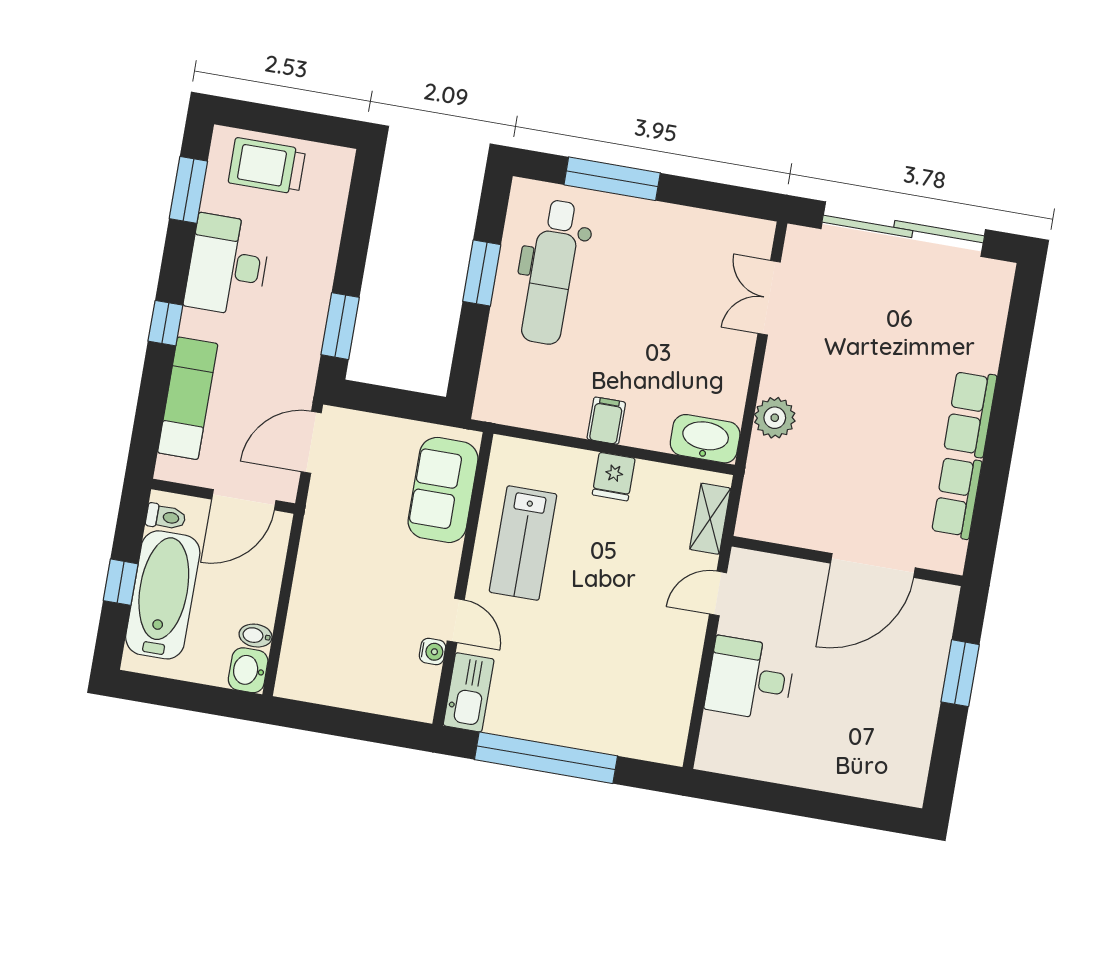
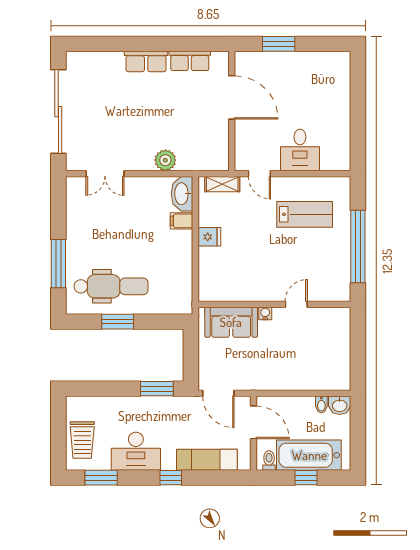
filing cabinet: (606, 421) -> (182, 221), moved
lab bench: (523, 543) -> (305, 214), moved
water cooler: (432, 651) -> (265, 313), moved
kitchen sink: (469, 692) -> (332, 291), removed

